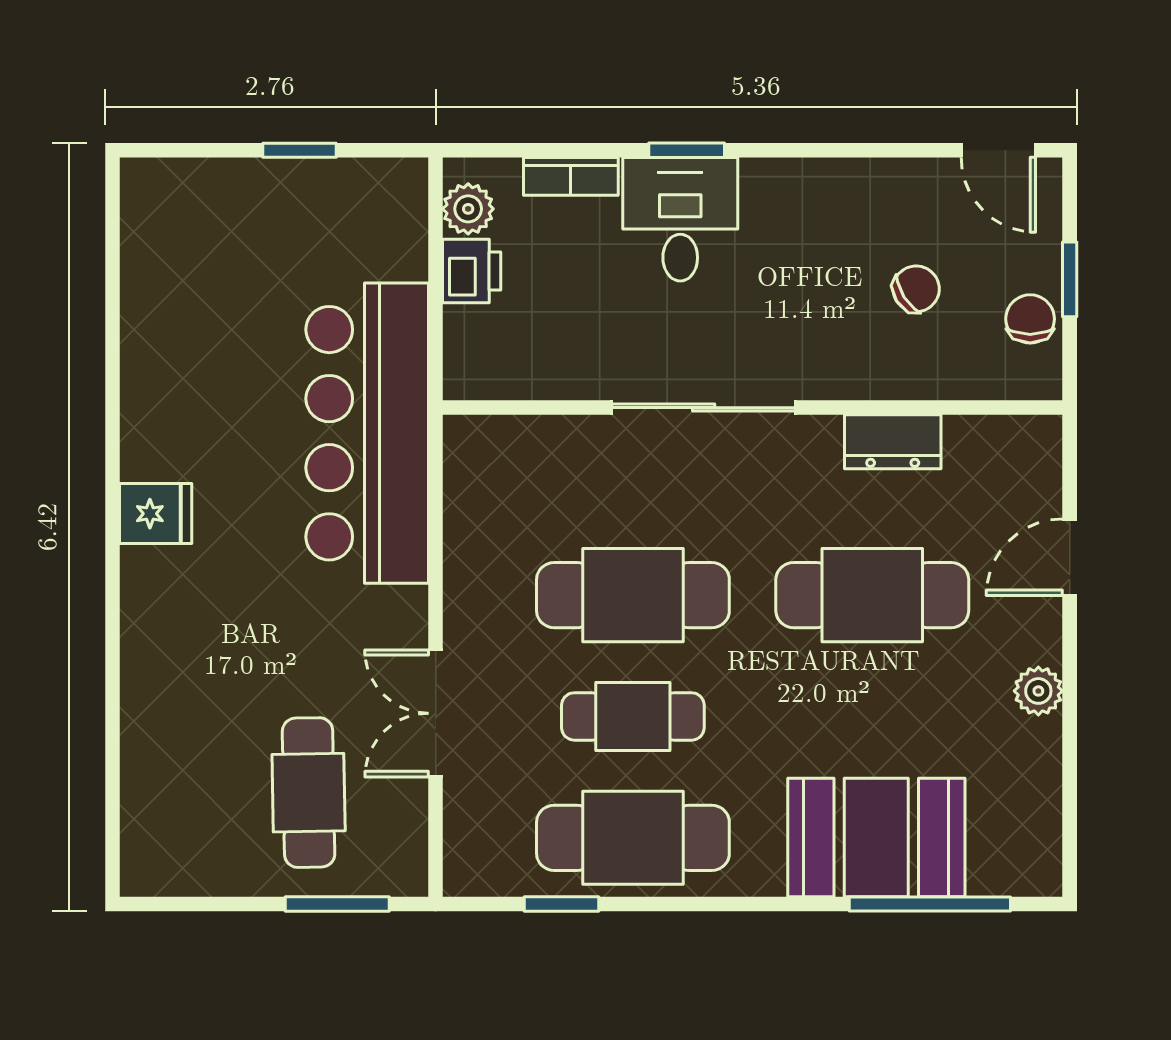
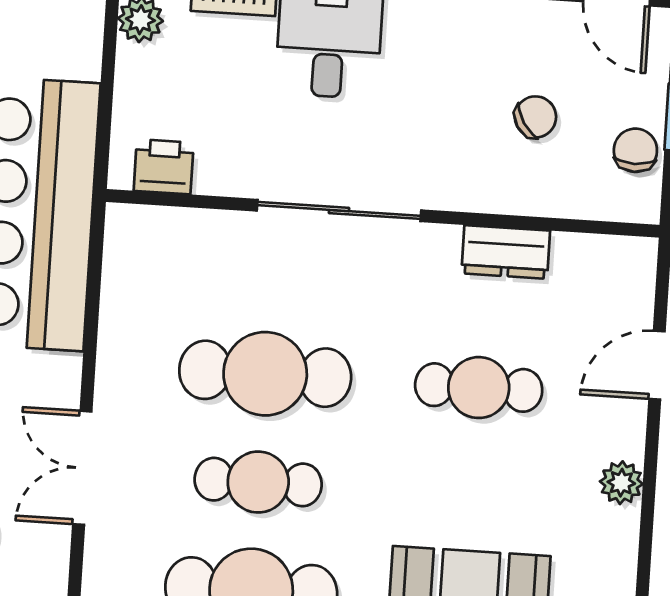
printer: (472, 271) -> (164, 167), moved, turned -90
cafe table: (872, 595) -> (479, 388), width x0.73, depth x0.74

